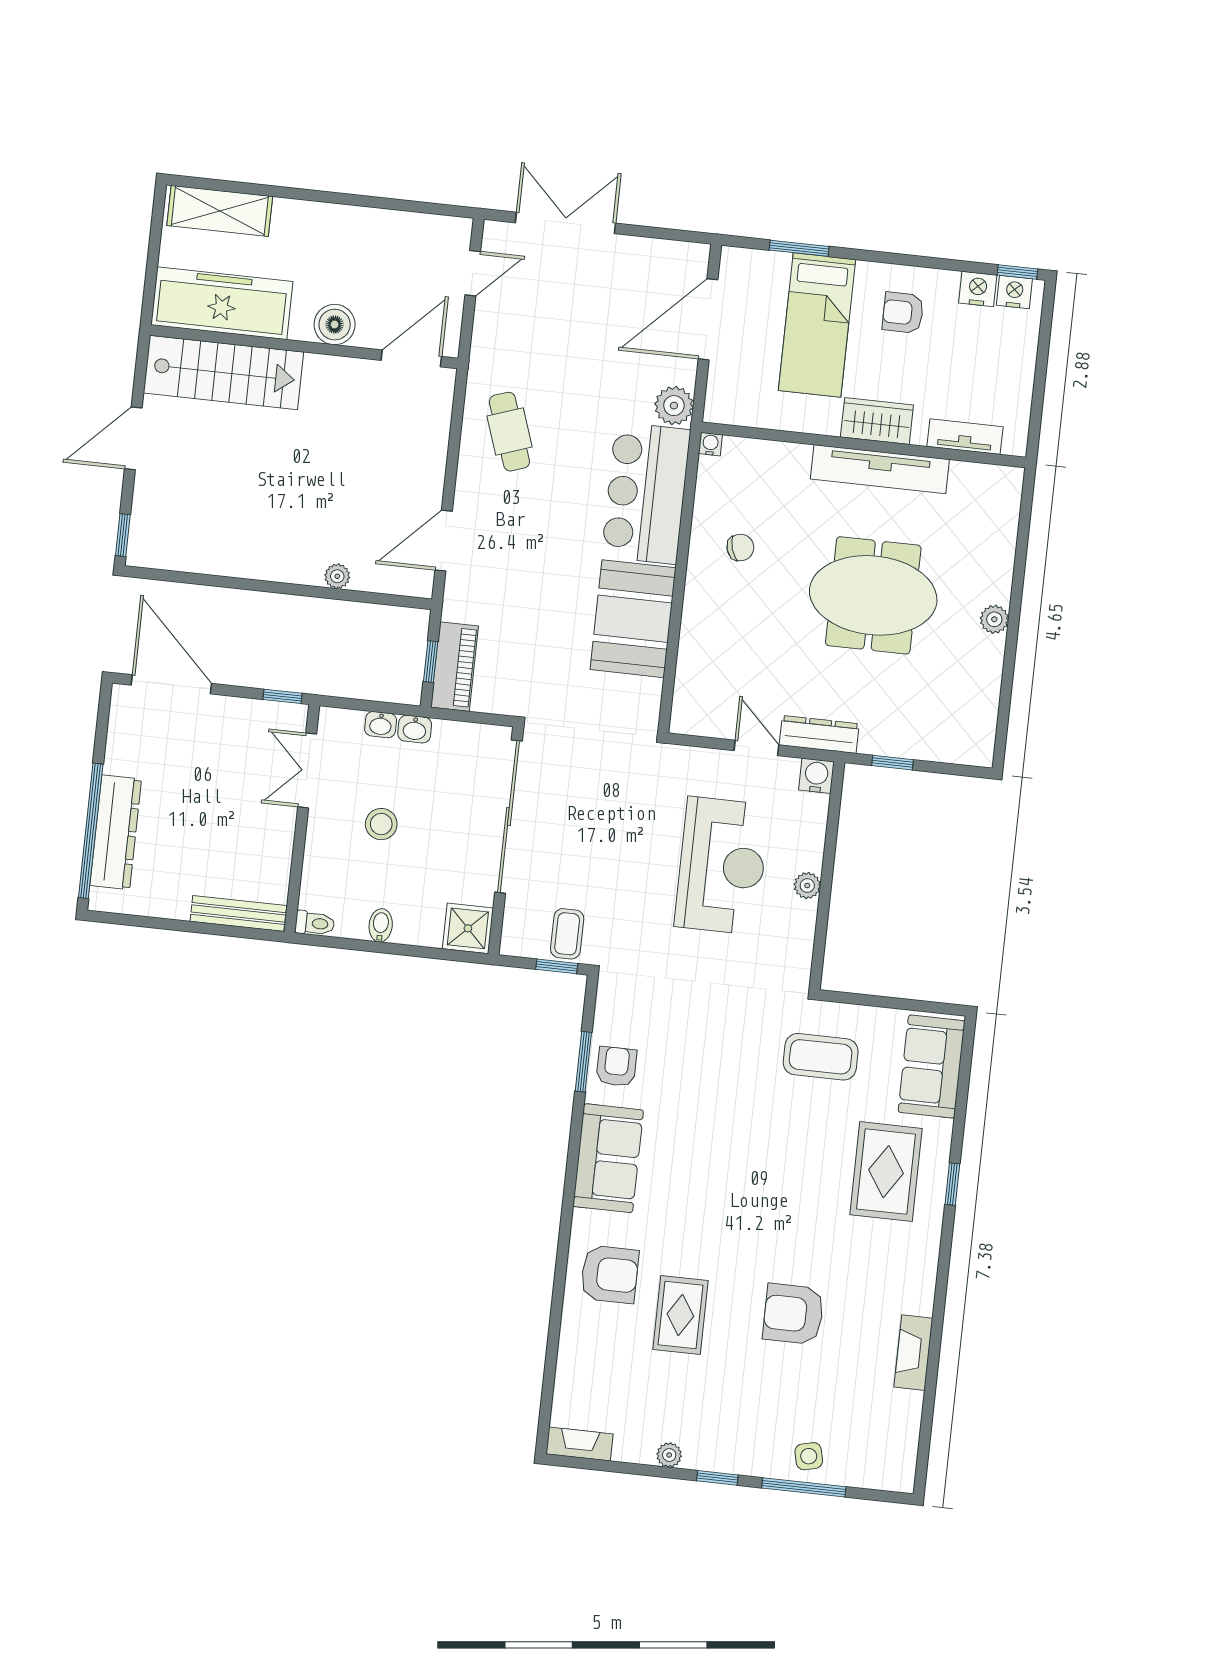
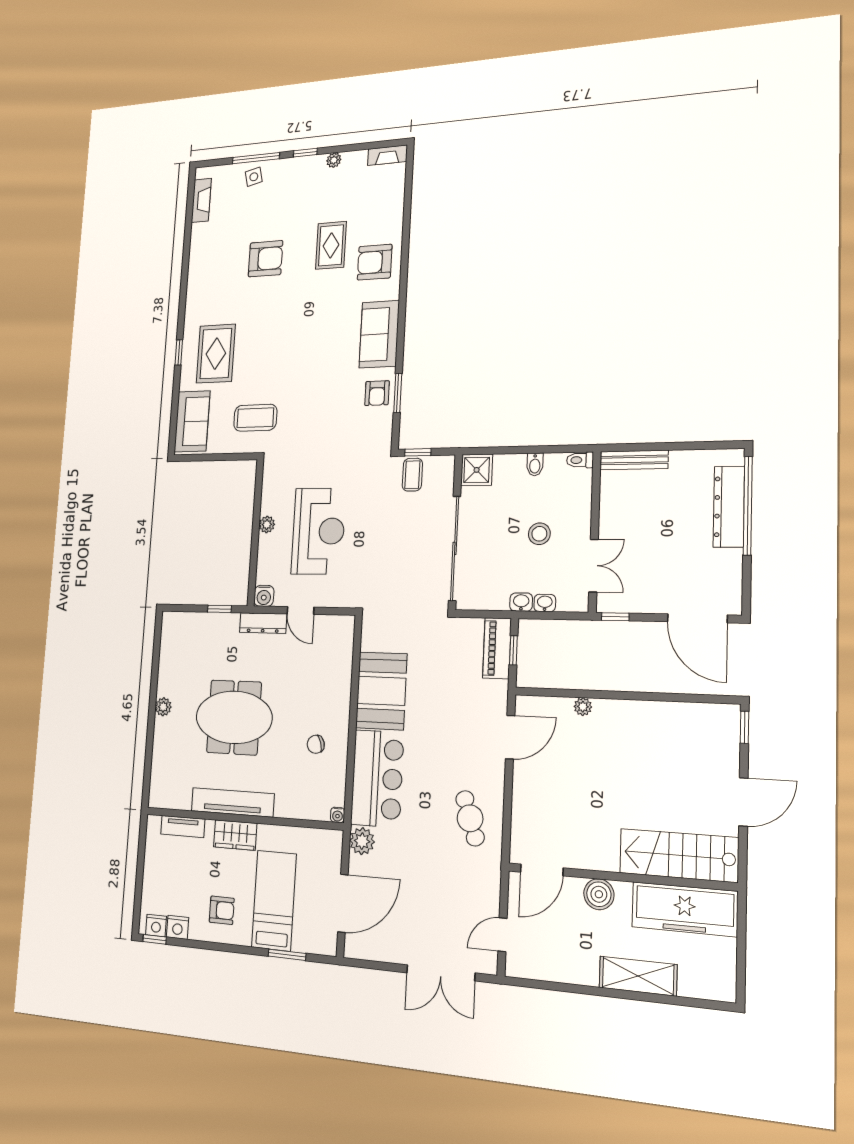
shelving: (220, 211) -> (638, 976), moved
reception desk: (722, 866) -> (318, 531), turned 180
fireplace: (913, 1353) -> (201, 200), moved

